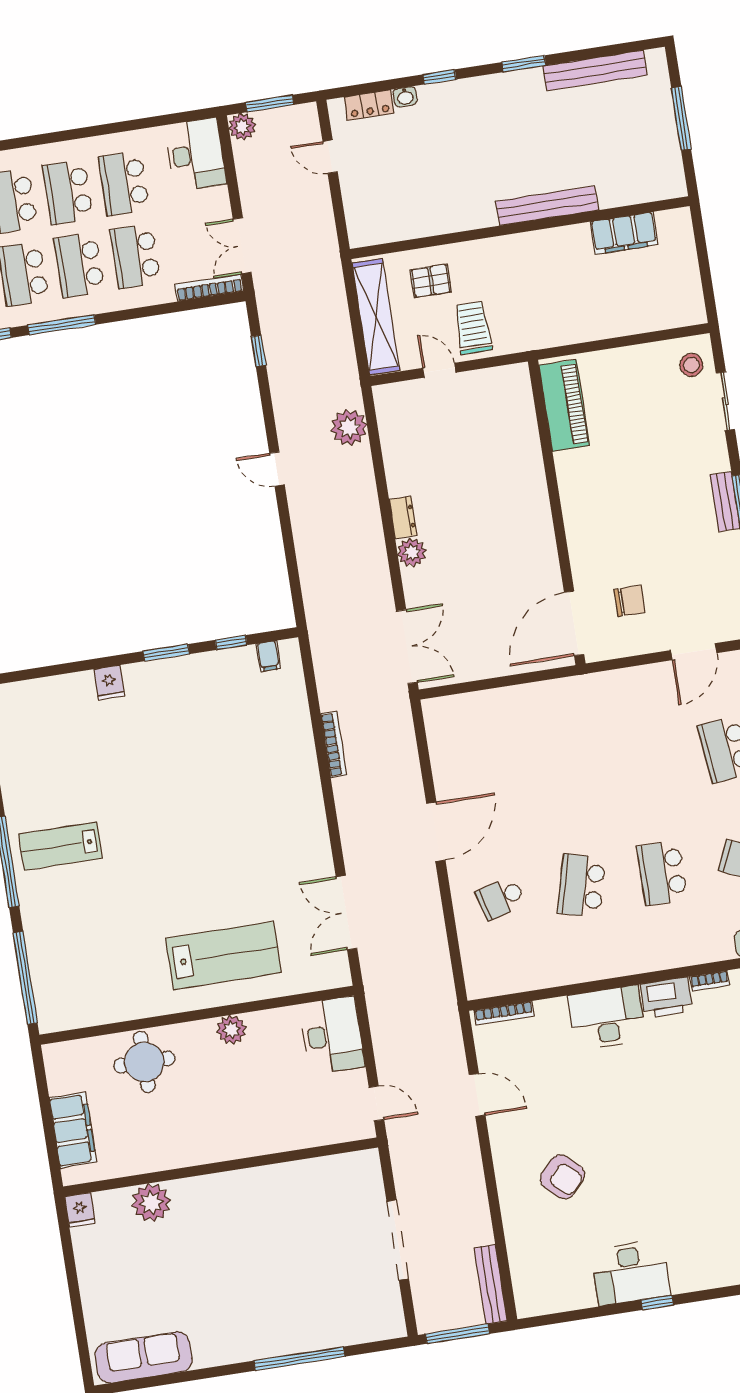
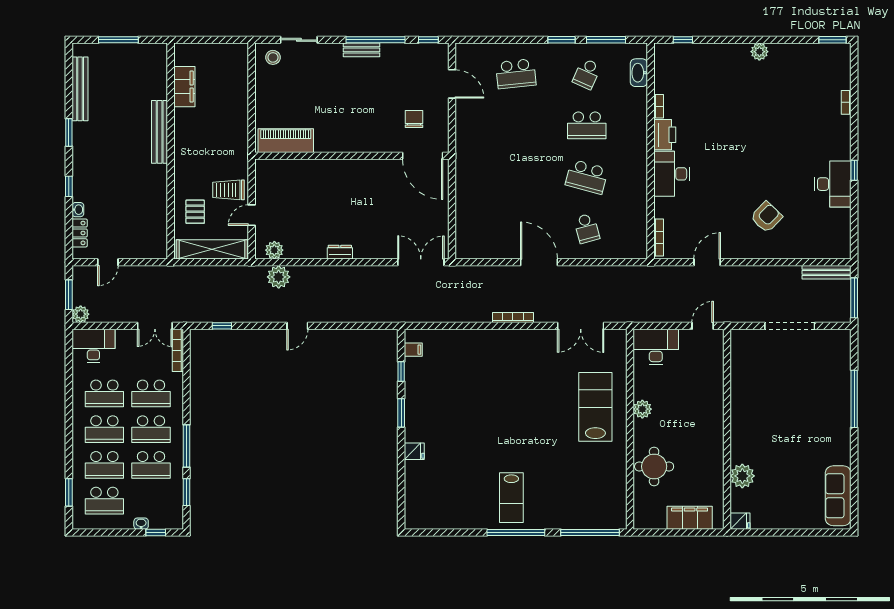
plant: (412, 552) -> (274, 250), moved
bookcase: (334, 745) -> (513, 317), moved

